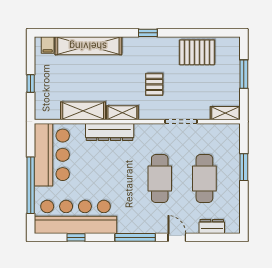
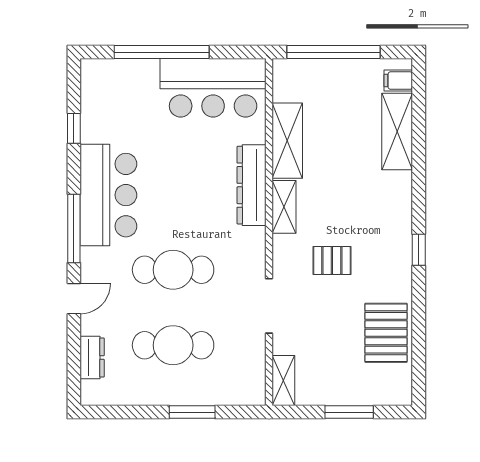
shelving: (88, 46) -> (397, 131), width x0.68
window: (31, 83) -> (333, 52), width x3.17
bar counter: (75, 217) -> (108, 195), moved, width x0.73

